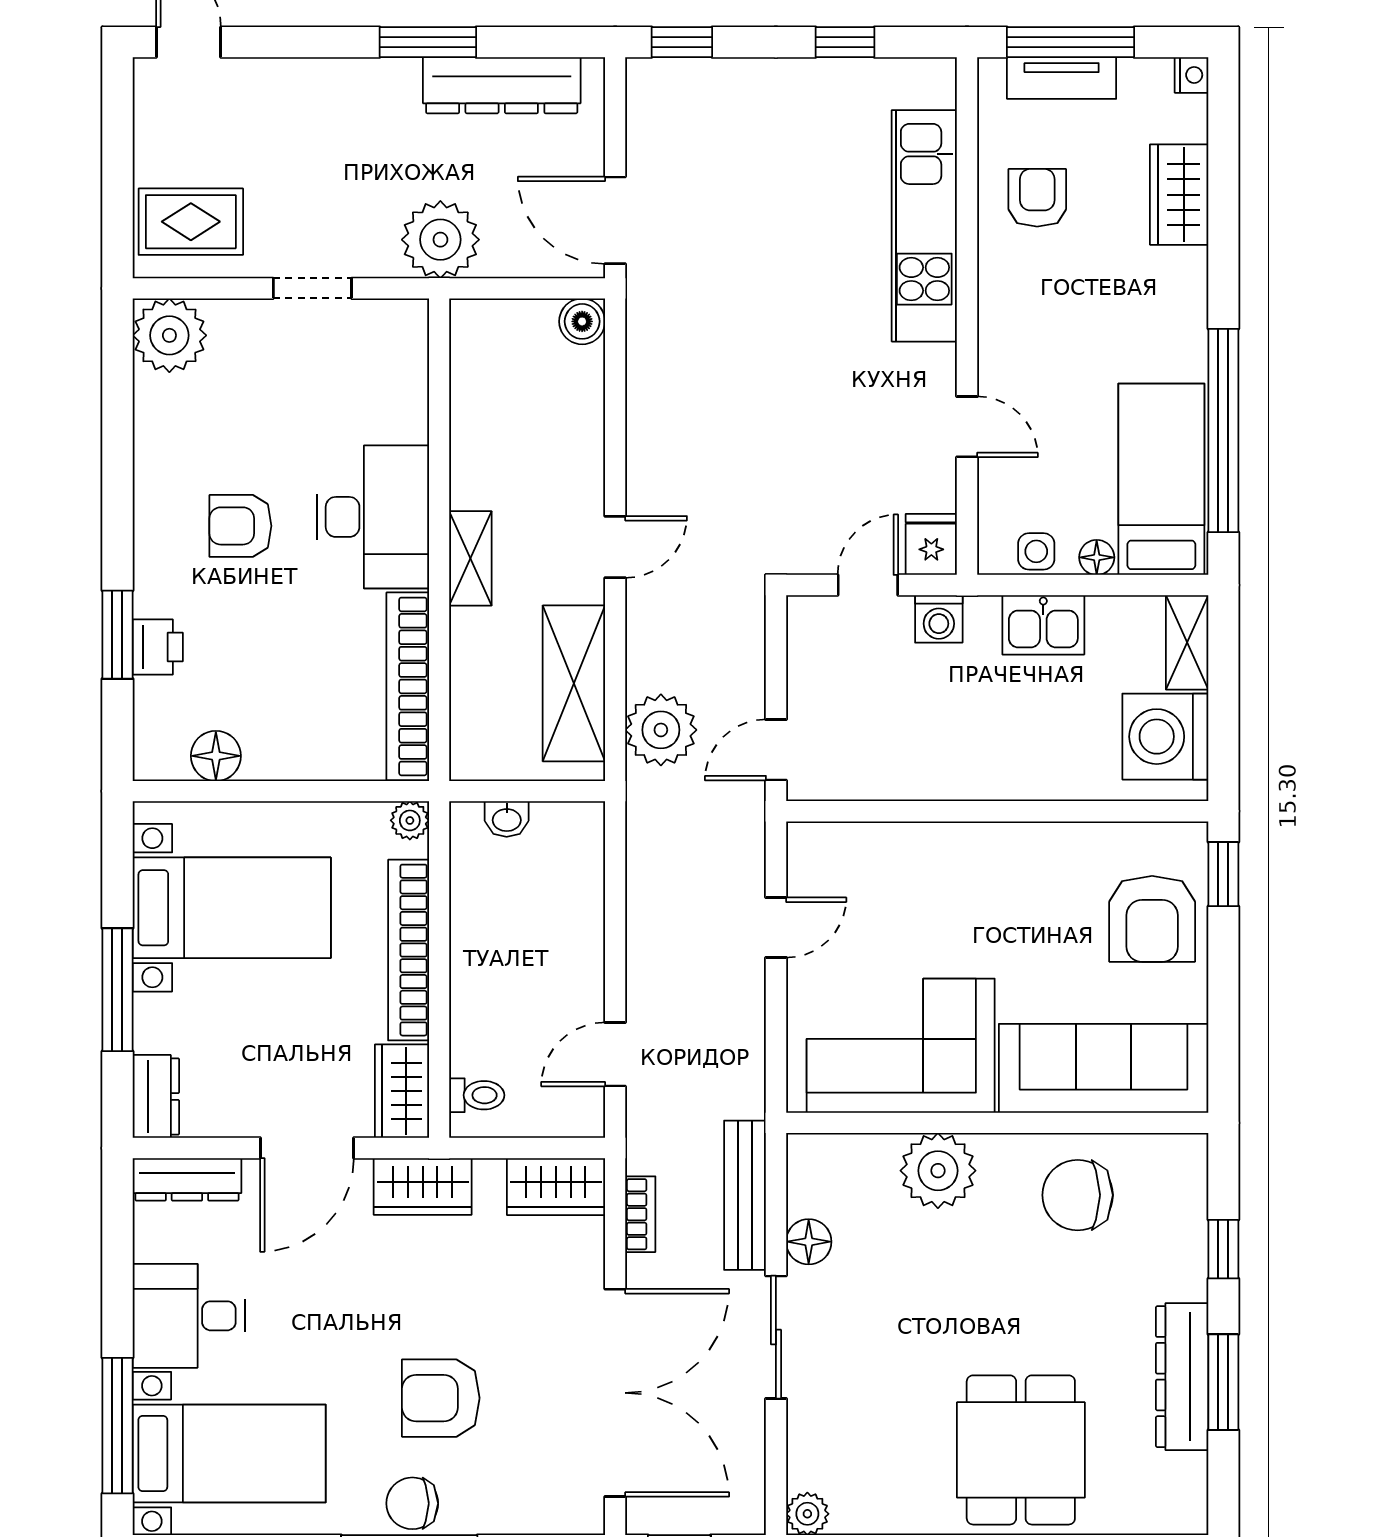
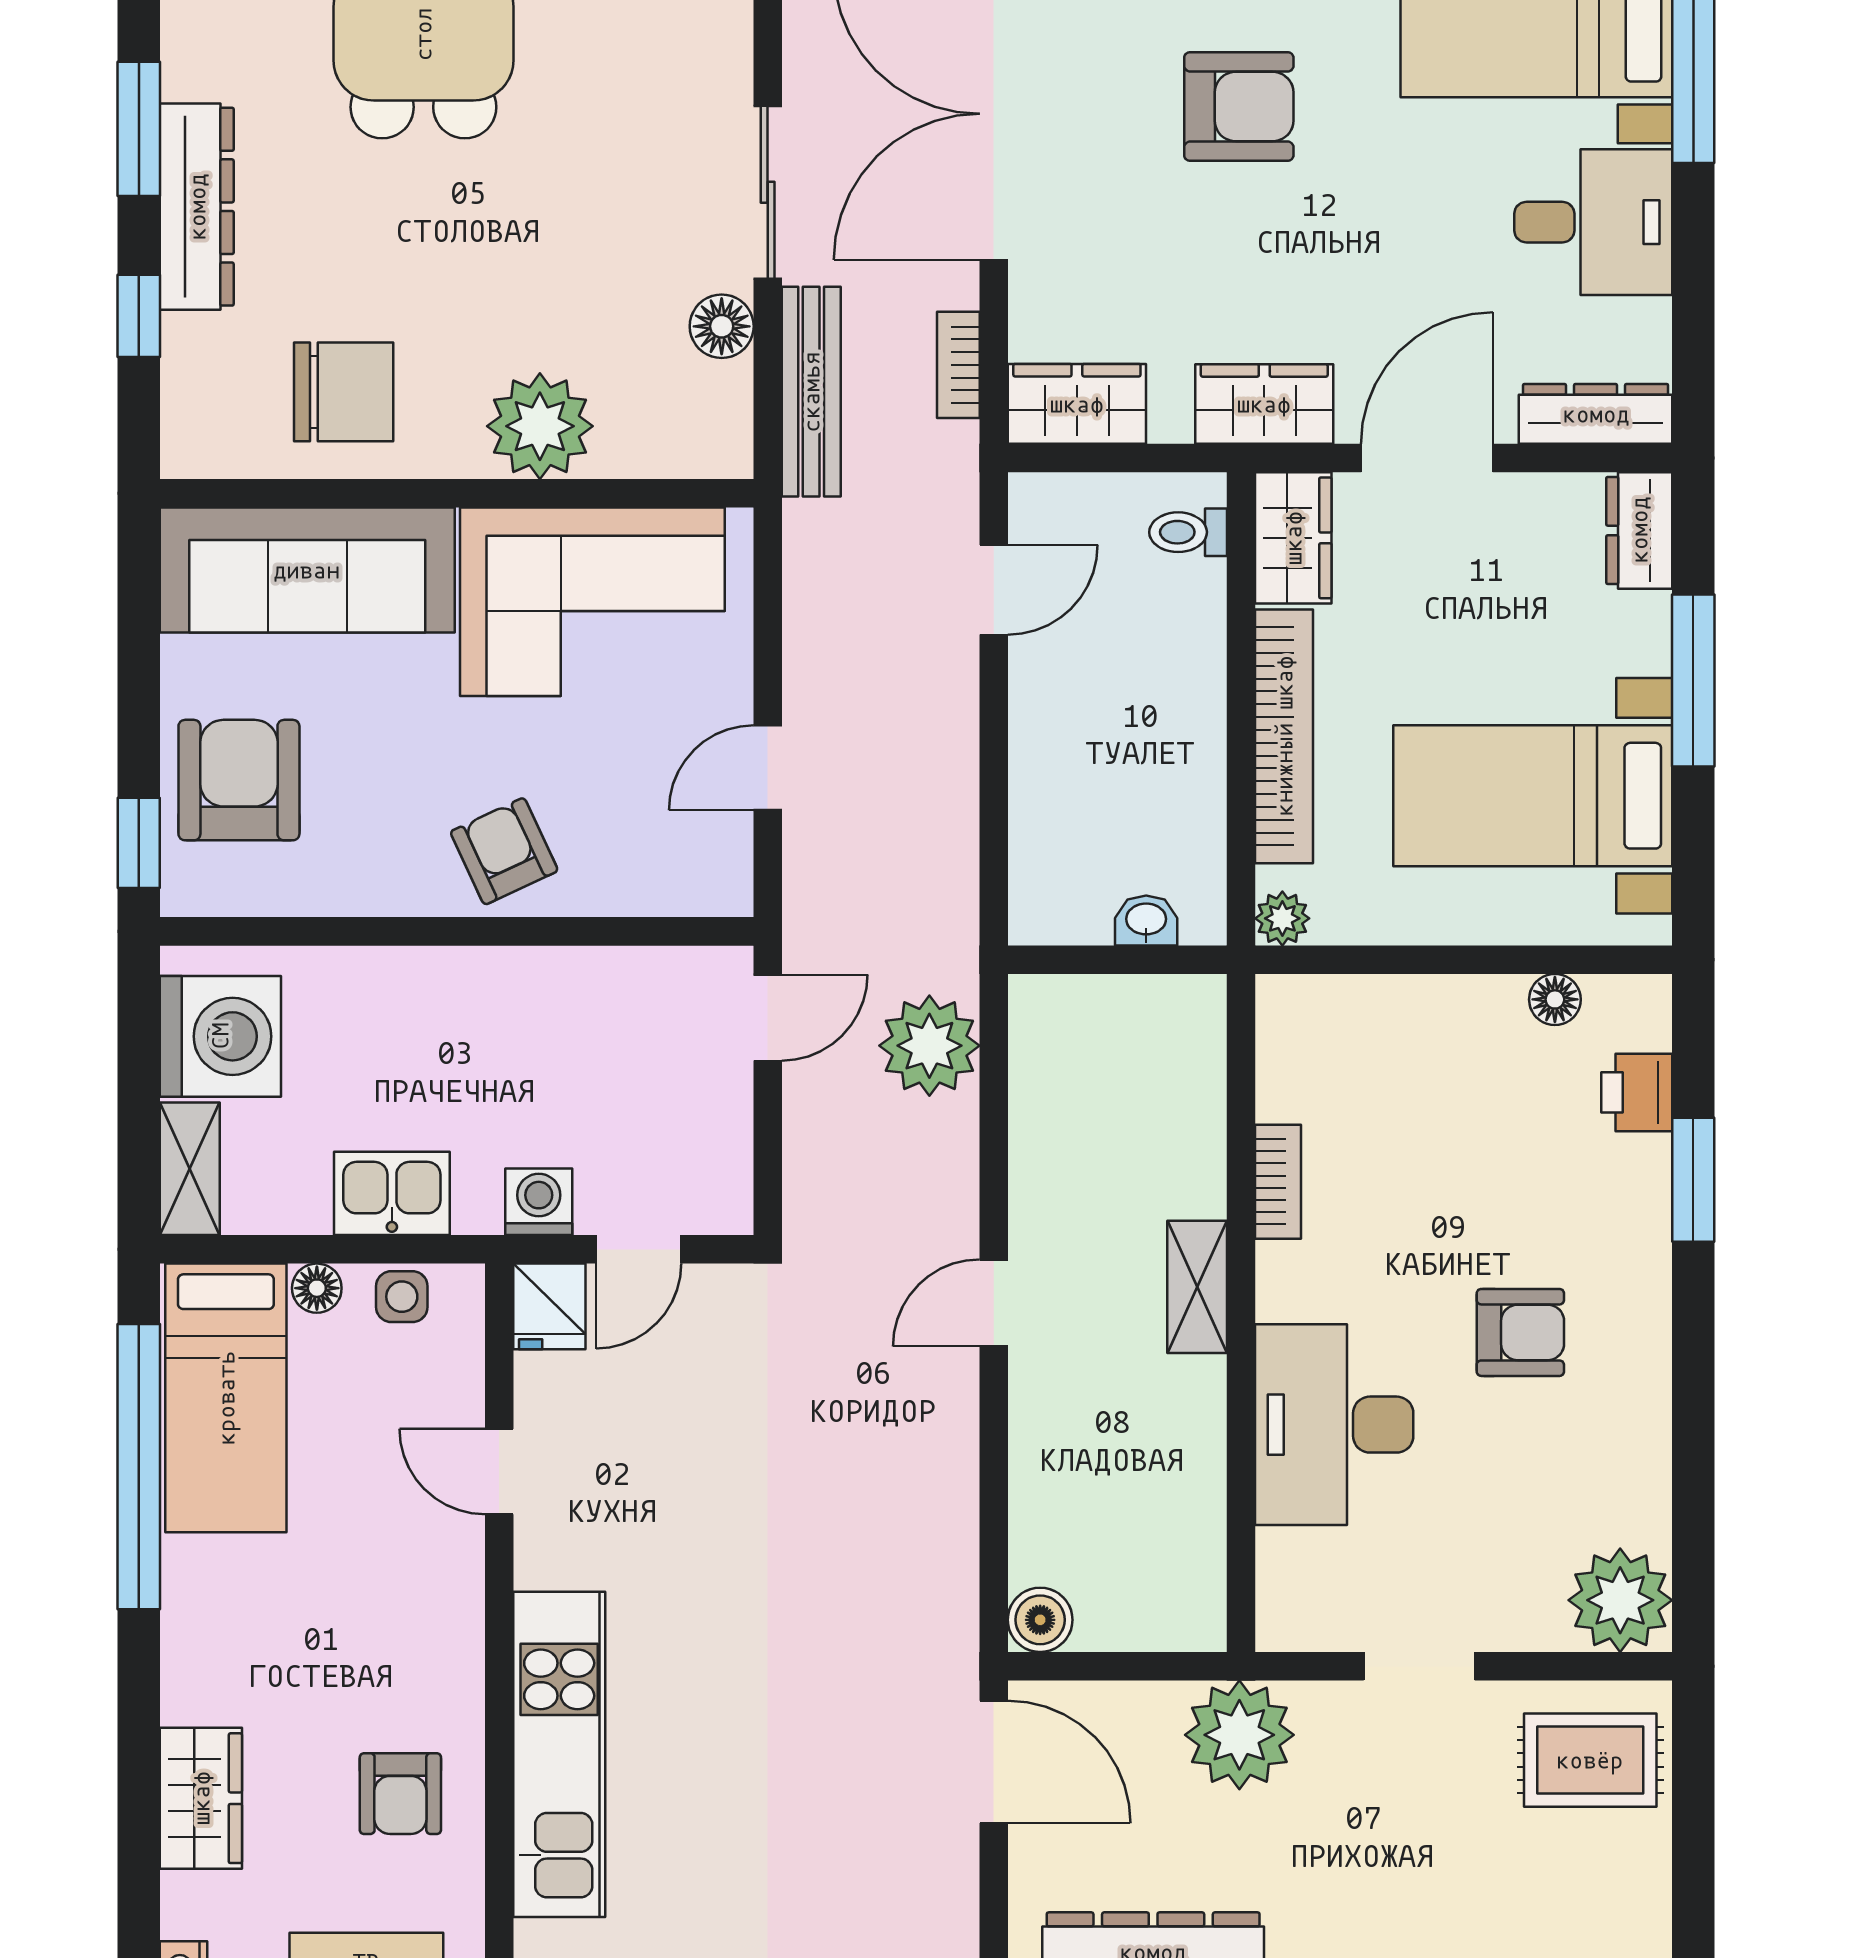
desk: (373, 517) -> (1334, 1425), moved
printer: (158, 647) -> (1637, 1092), moved
shelving: (574, 683) -> (1052, 1111), removed
bookcase: (408, 686) -> (1278, 1182), width x0.43, depth x0.76
floor lamp: (216, 756) -> (1555, 999), width x0.73, depth x0.73
armchair: (963, 868) -> (504, 851), added
dresser: (1182, 1377) -> (197, 207), moved

